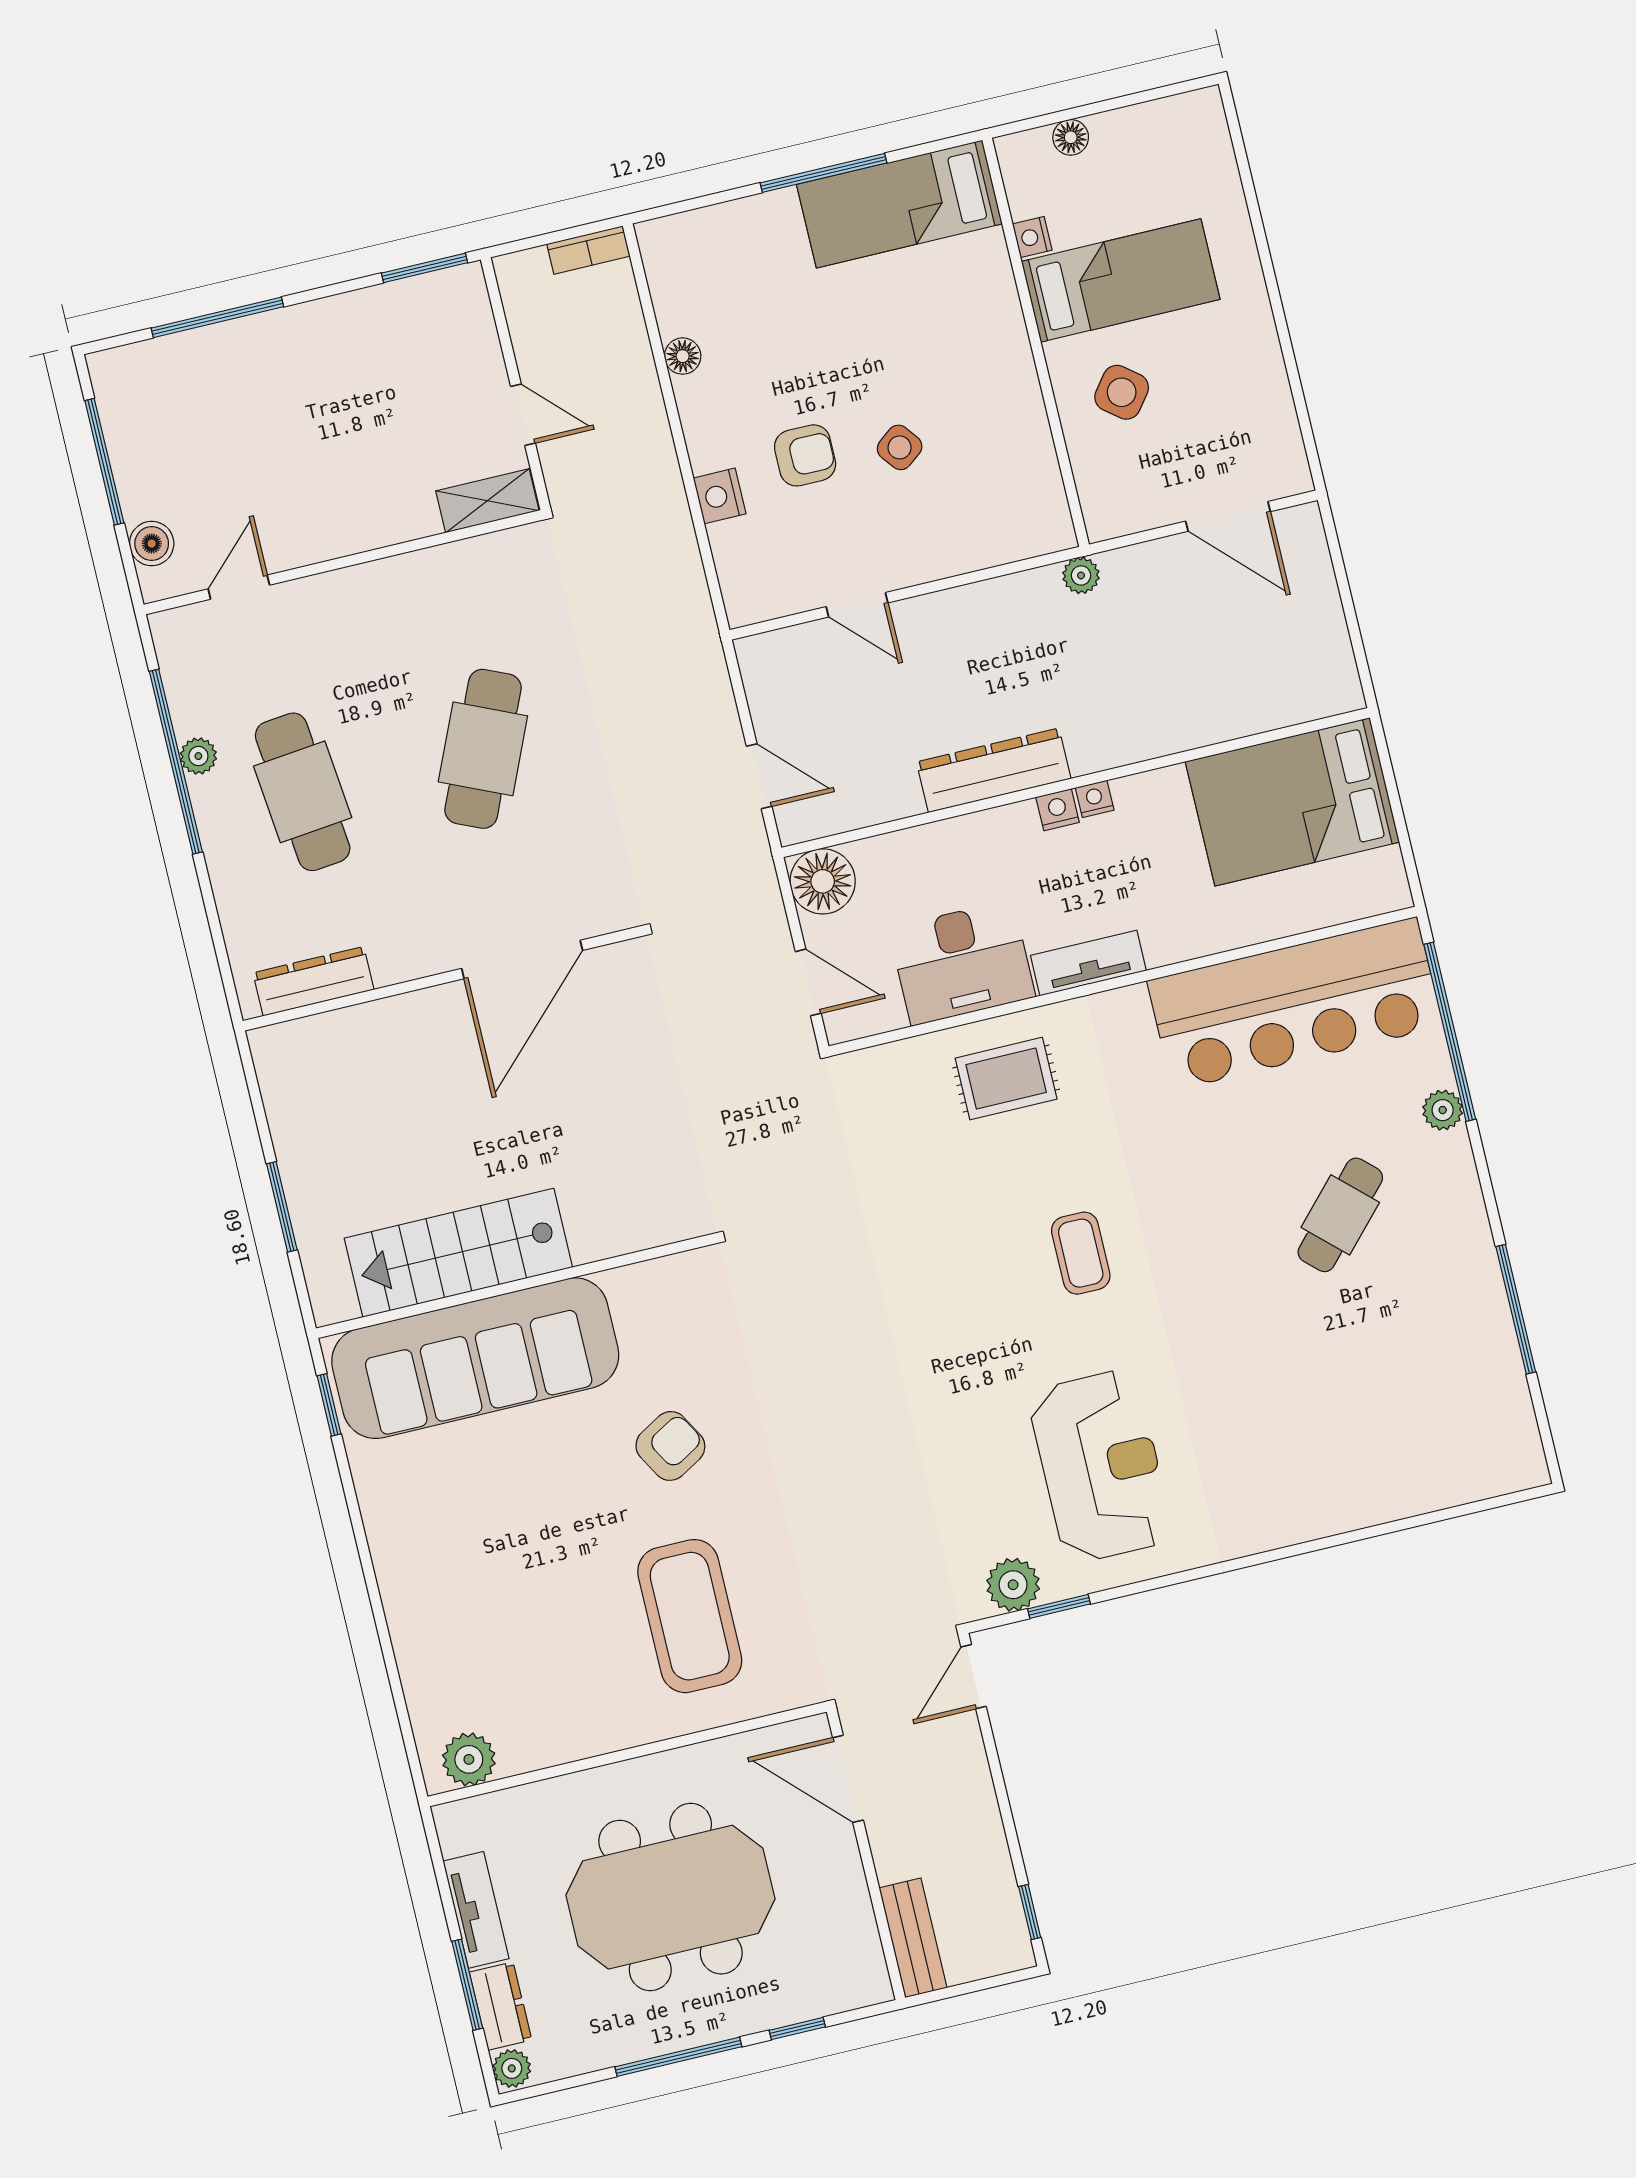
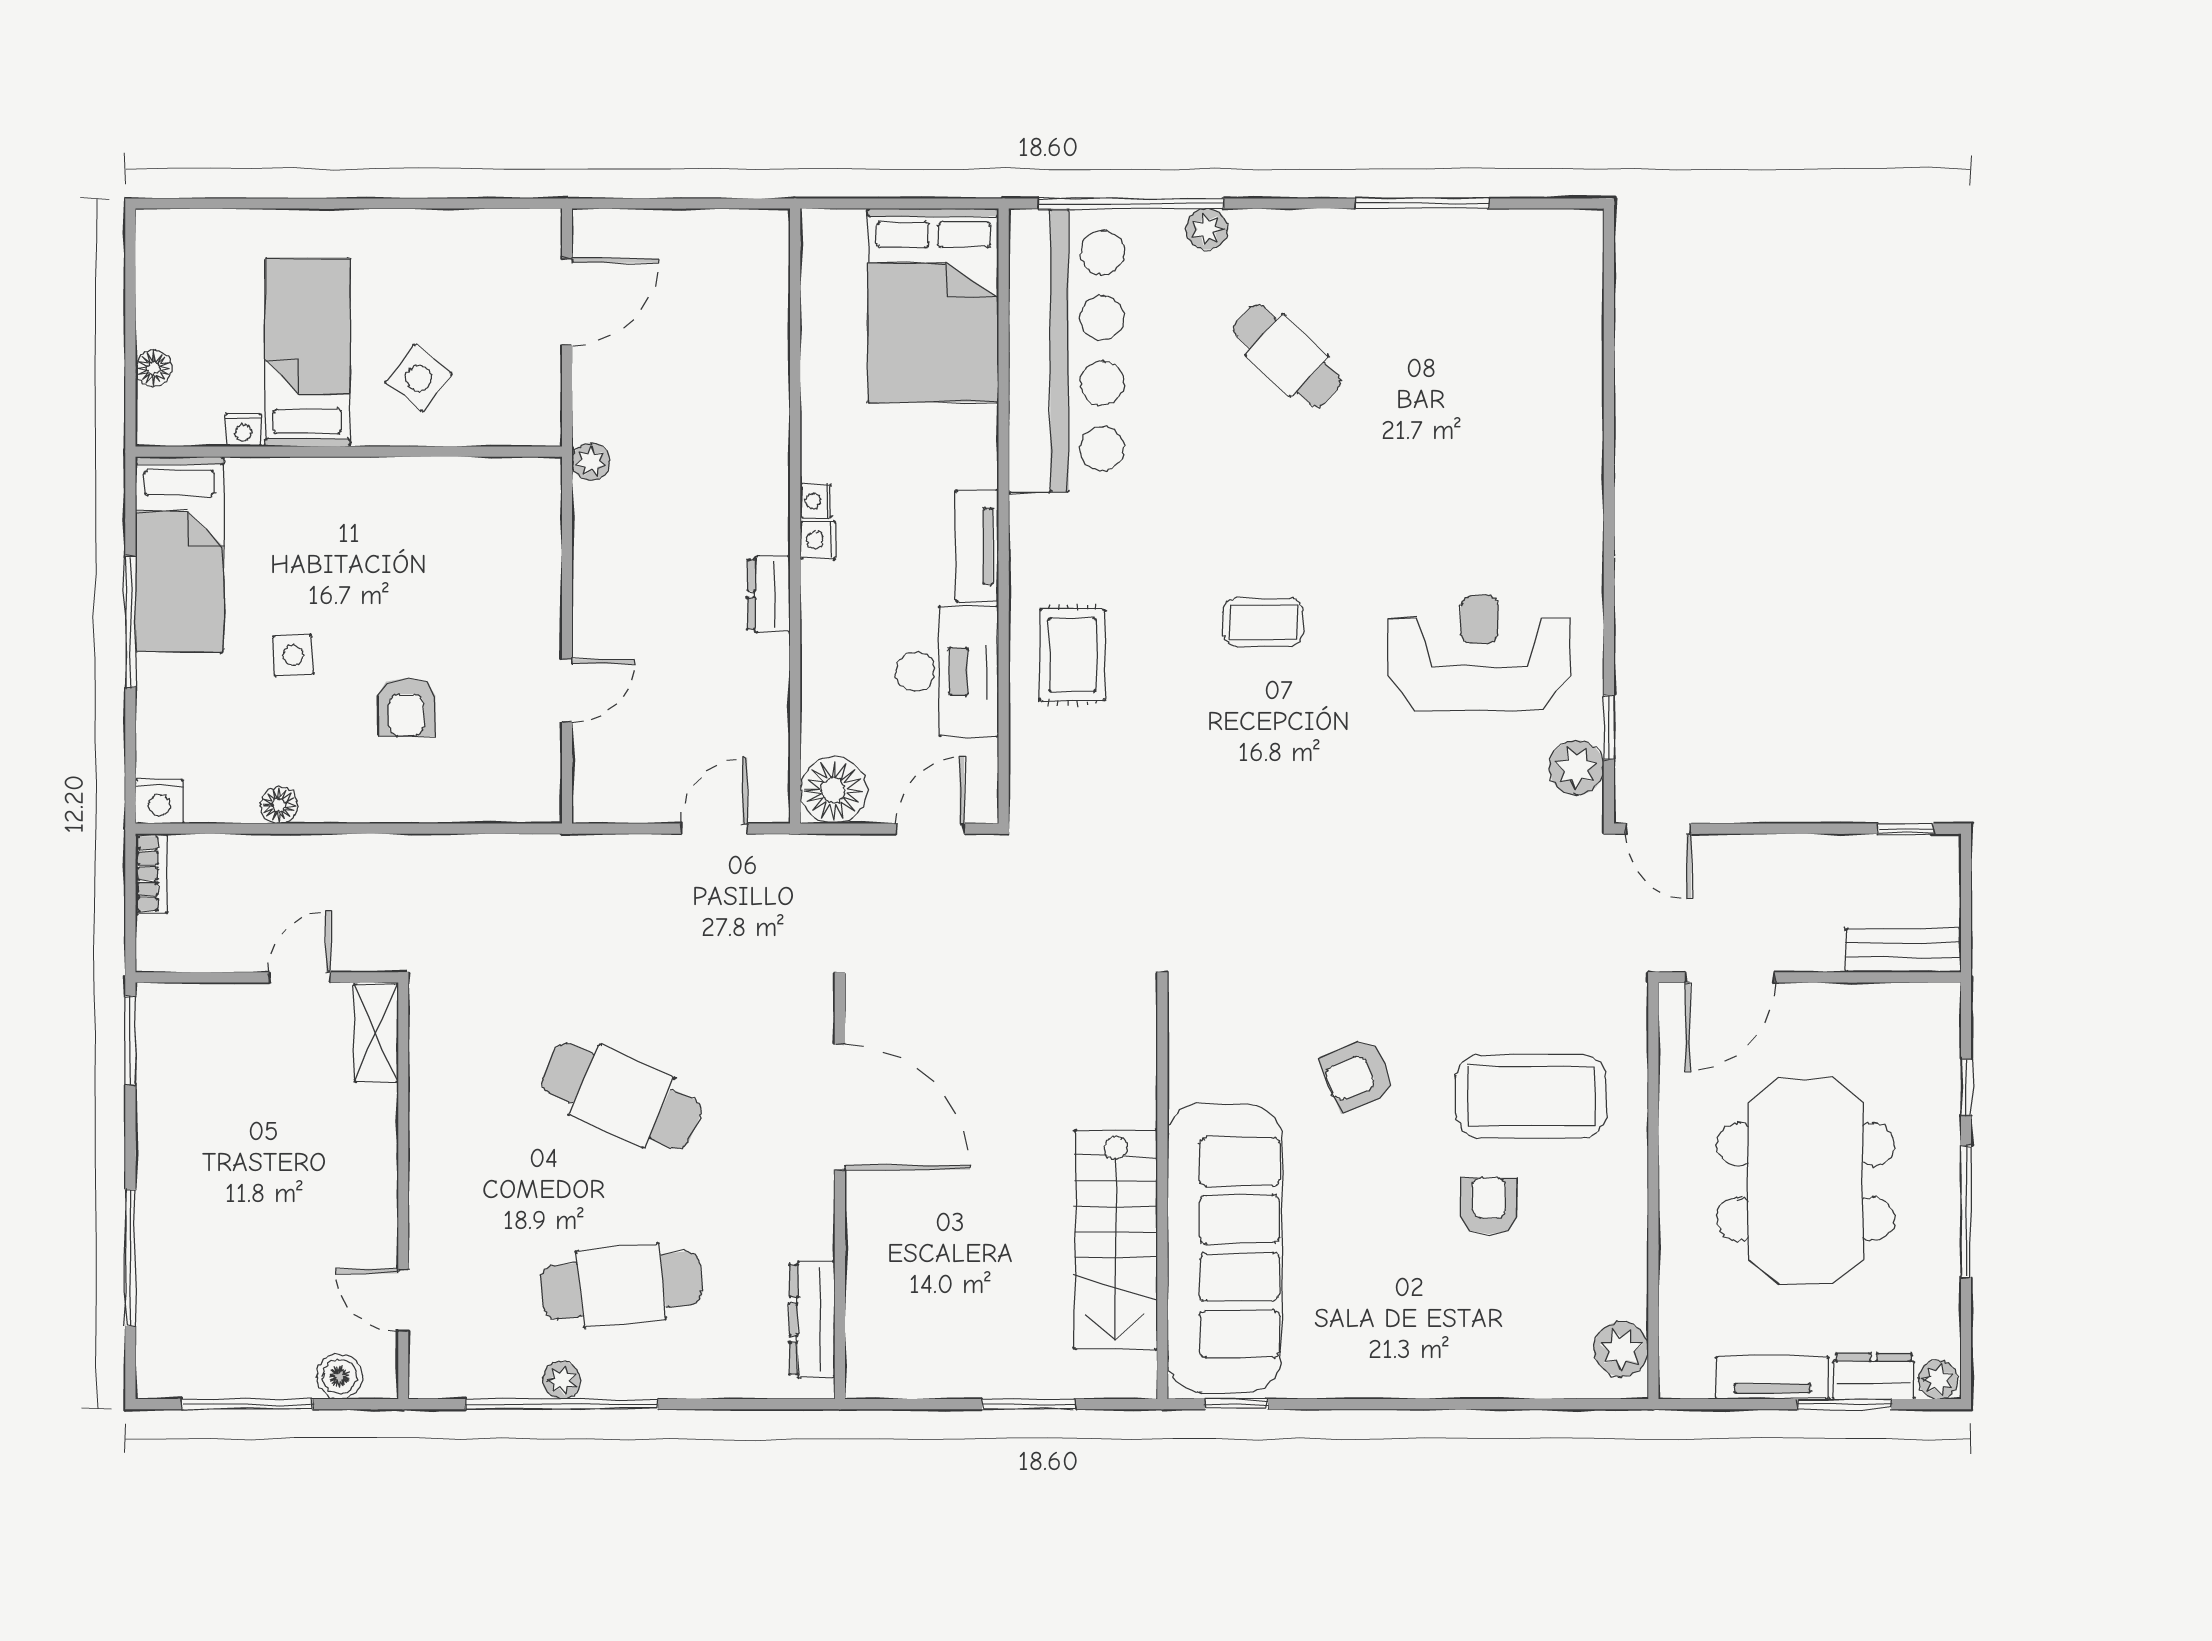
side table: (900, 447) -> (293, 655), moved, turned 35
armchair: (805, 455) -> (406, 707), turned 180
nightstand: (720, 496) -> (159, 802), moved
dresser: (994, 770) -> (769, 594), width x0.51, depth x0.80
bed: (1292, 802) -> (933, 305), moved
armchair: (670, 1446) -> (1358, 1075), turned -82
armchair: (575, 1601) -> (1489, 1206), added

